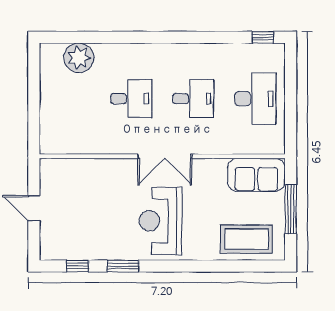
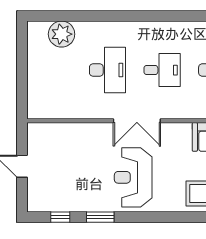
desk: (131, 99) -> (107, 70), width x1.37

